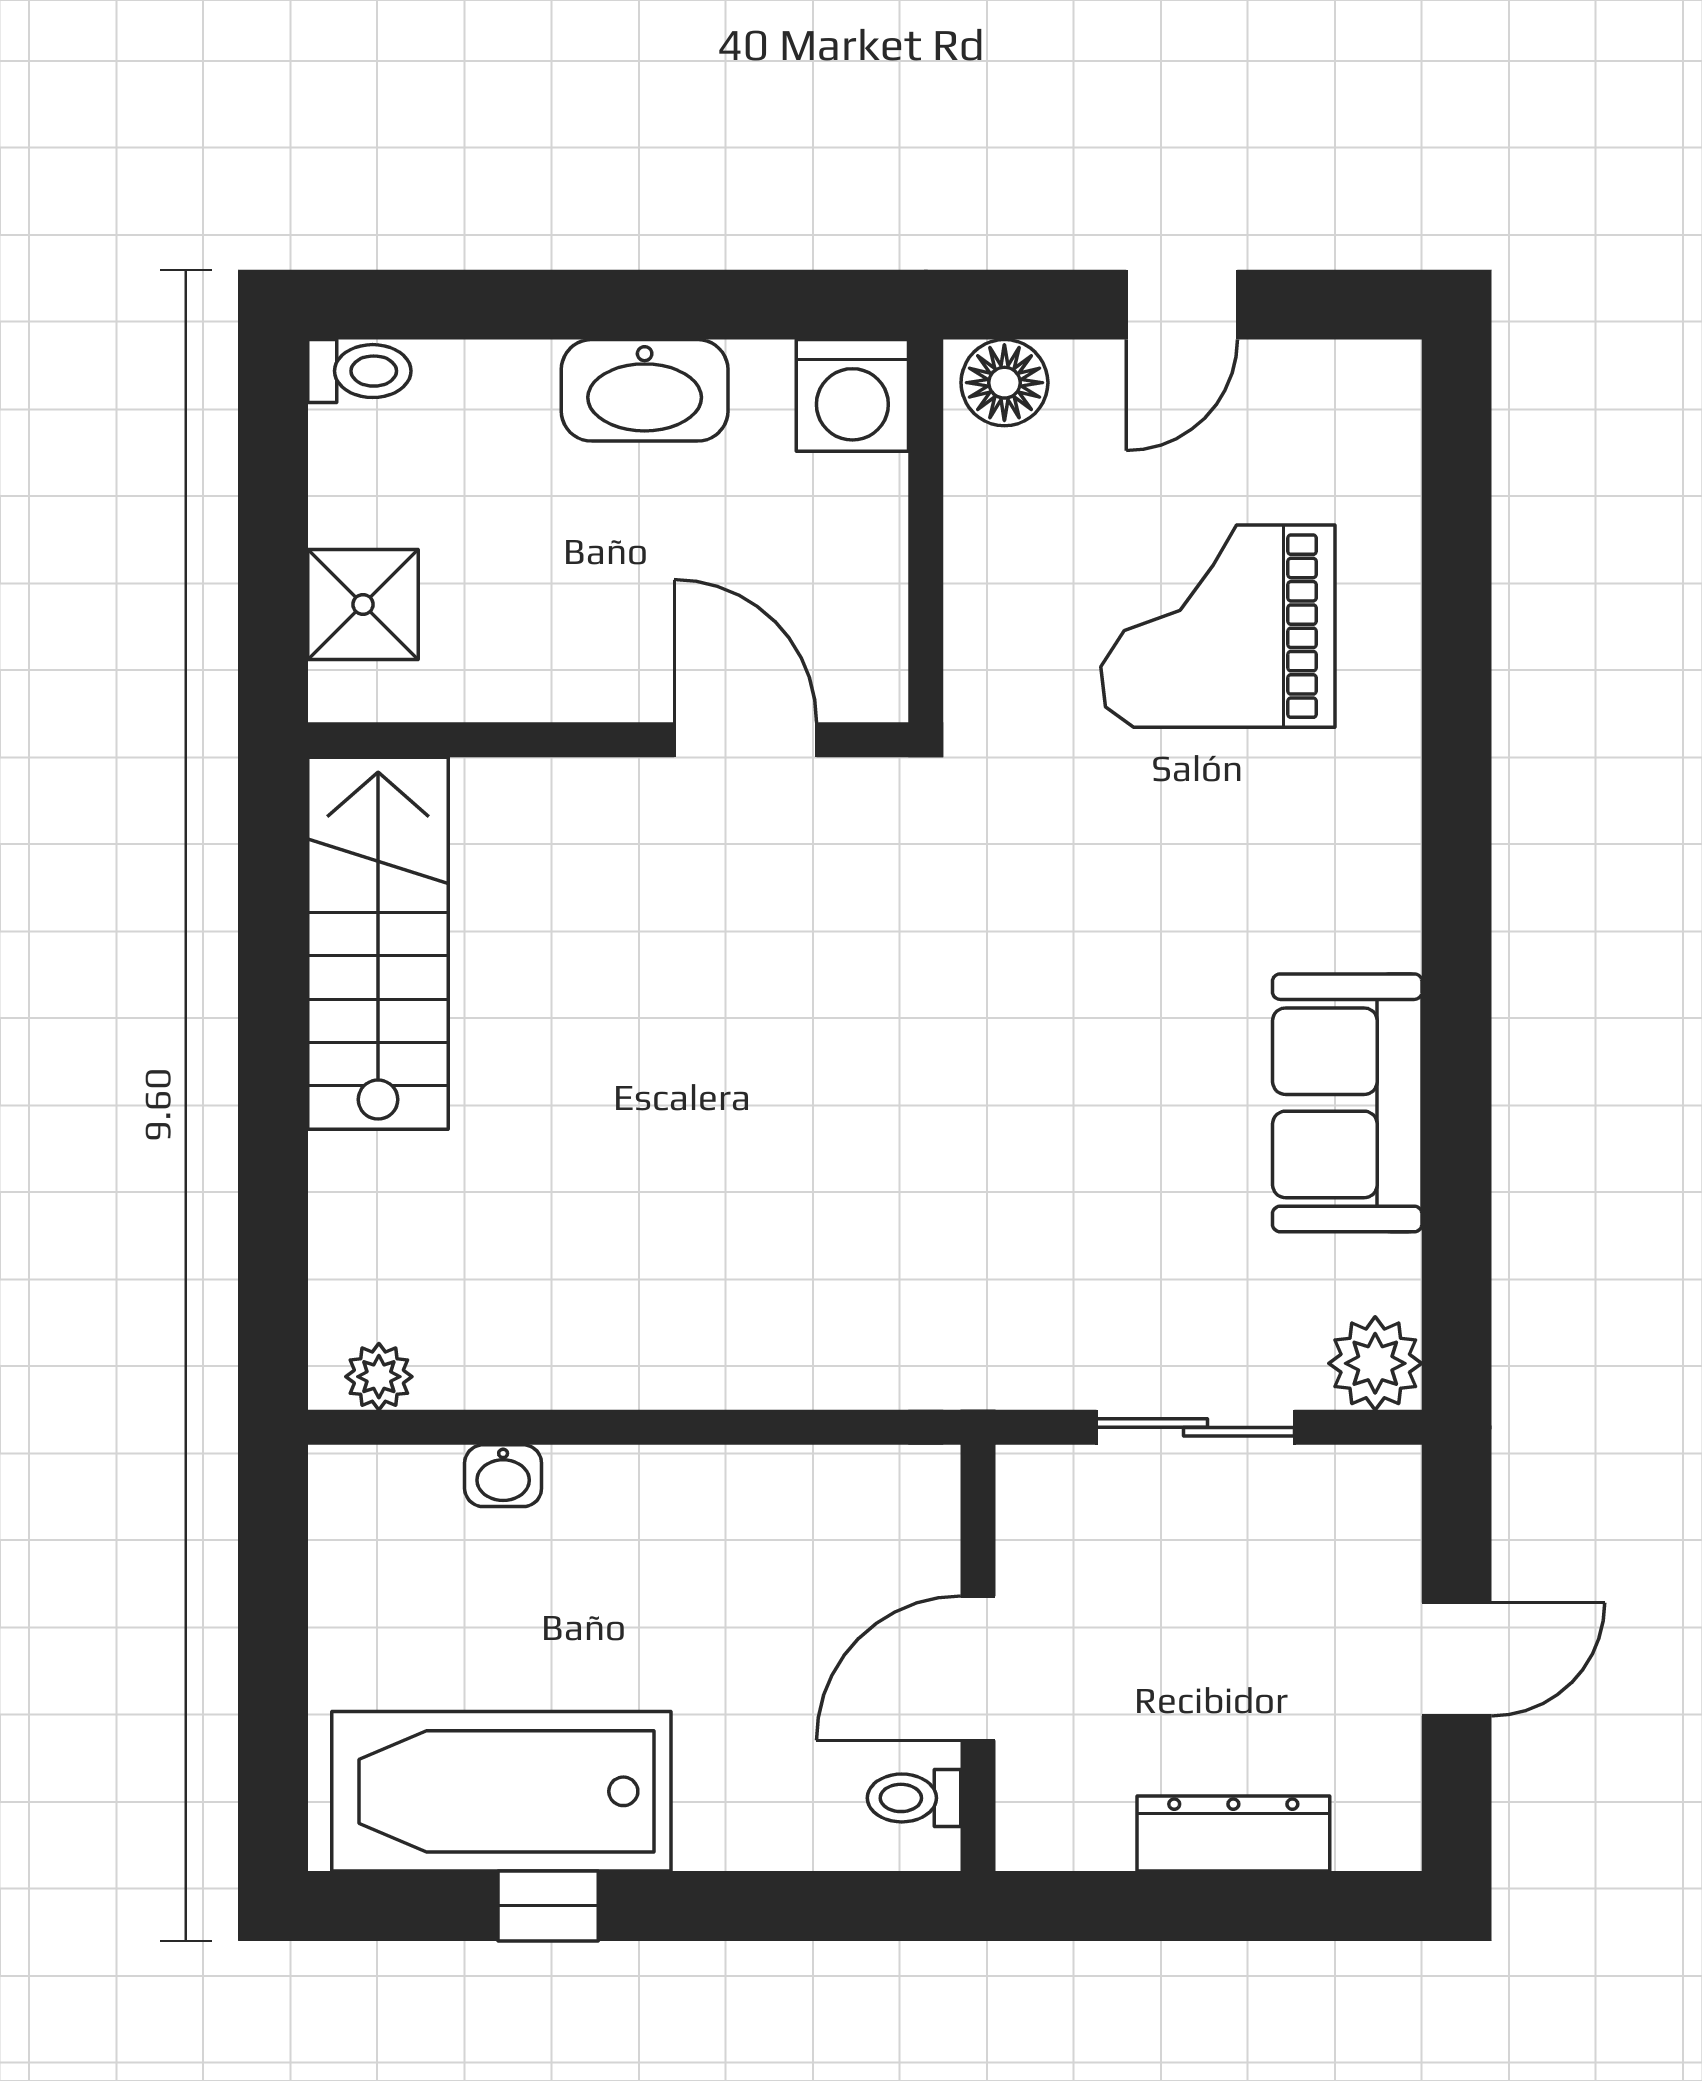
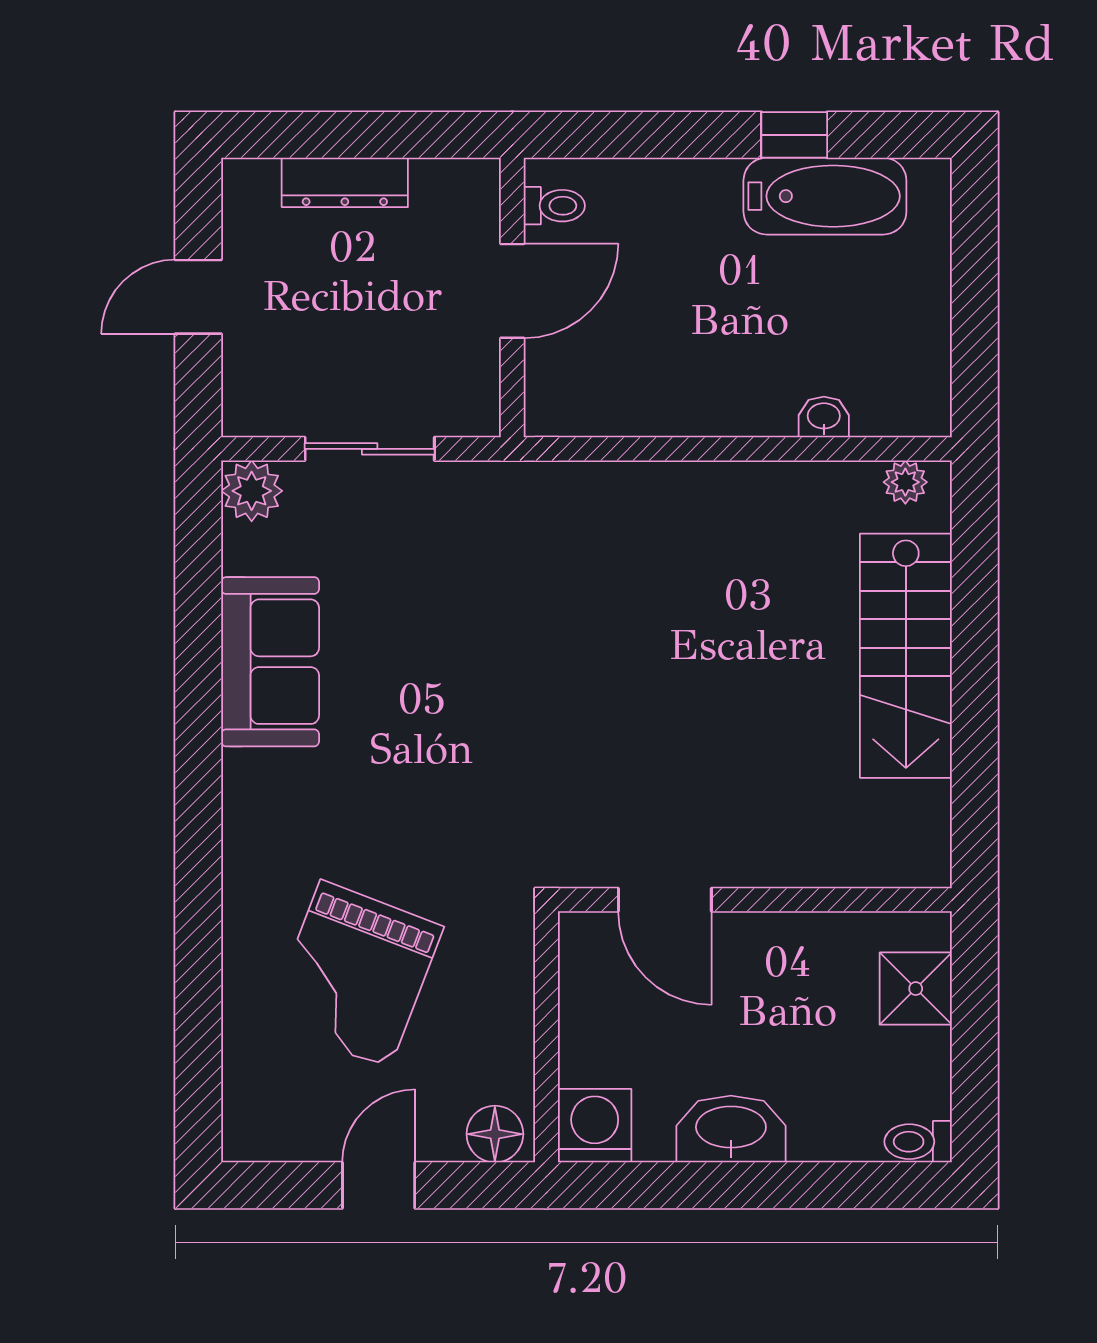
grand piano: (1218, 626) -> (355, 974), turned 111
stairs: (378, 943) -> (906, 656), moved
bathtub: (501, 1791) -> (825, 196), width x0.73, depth x0.73

